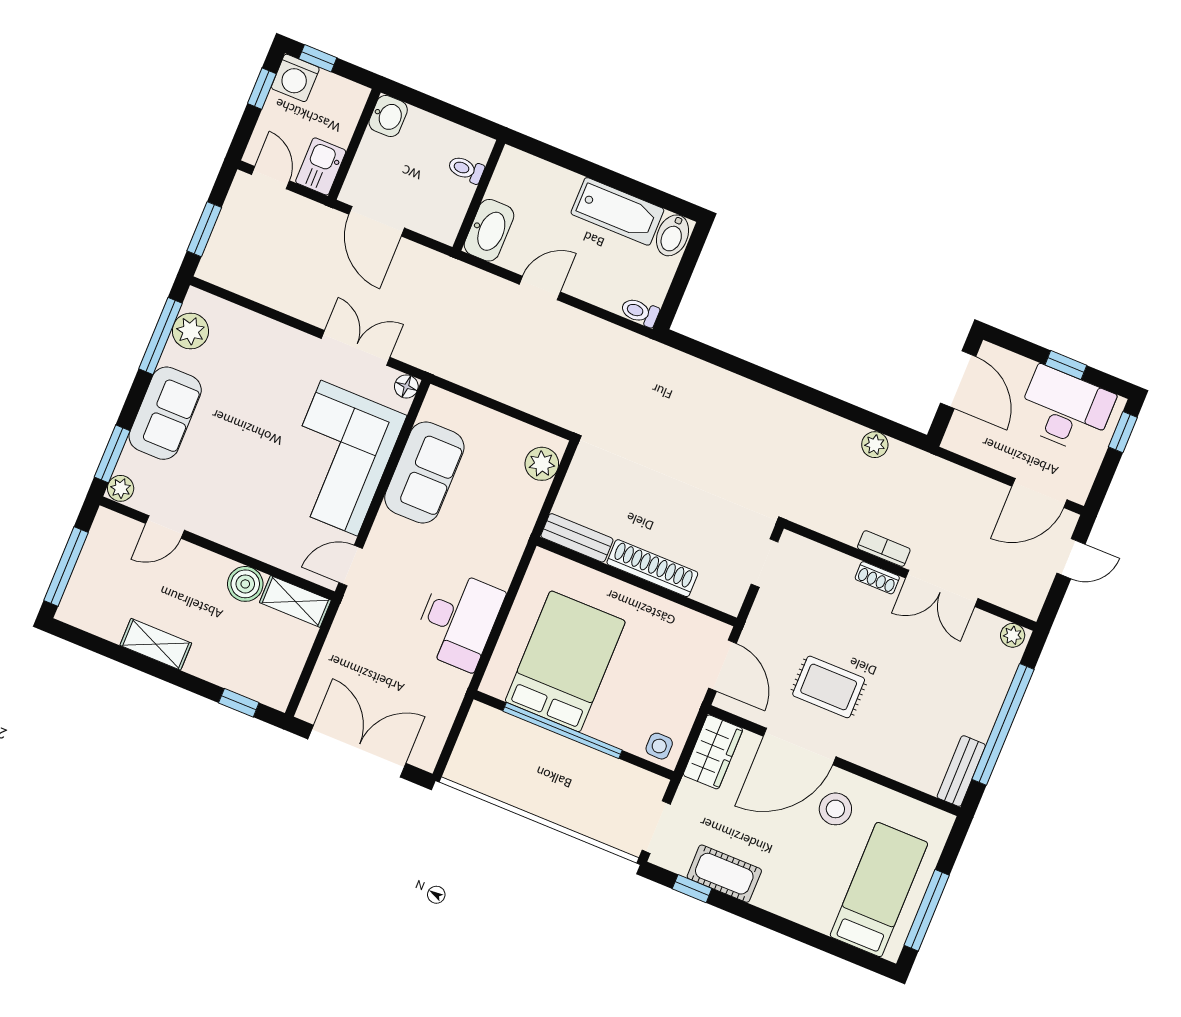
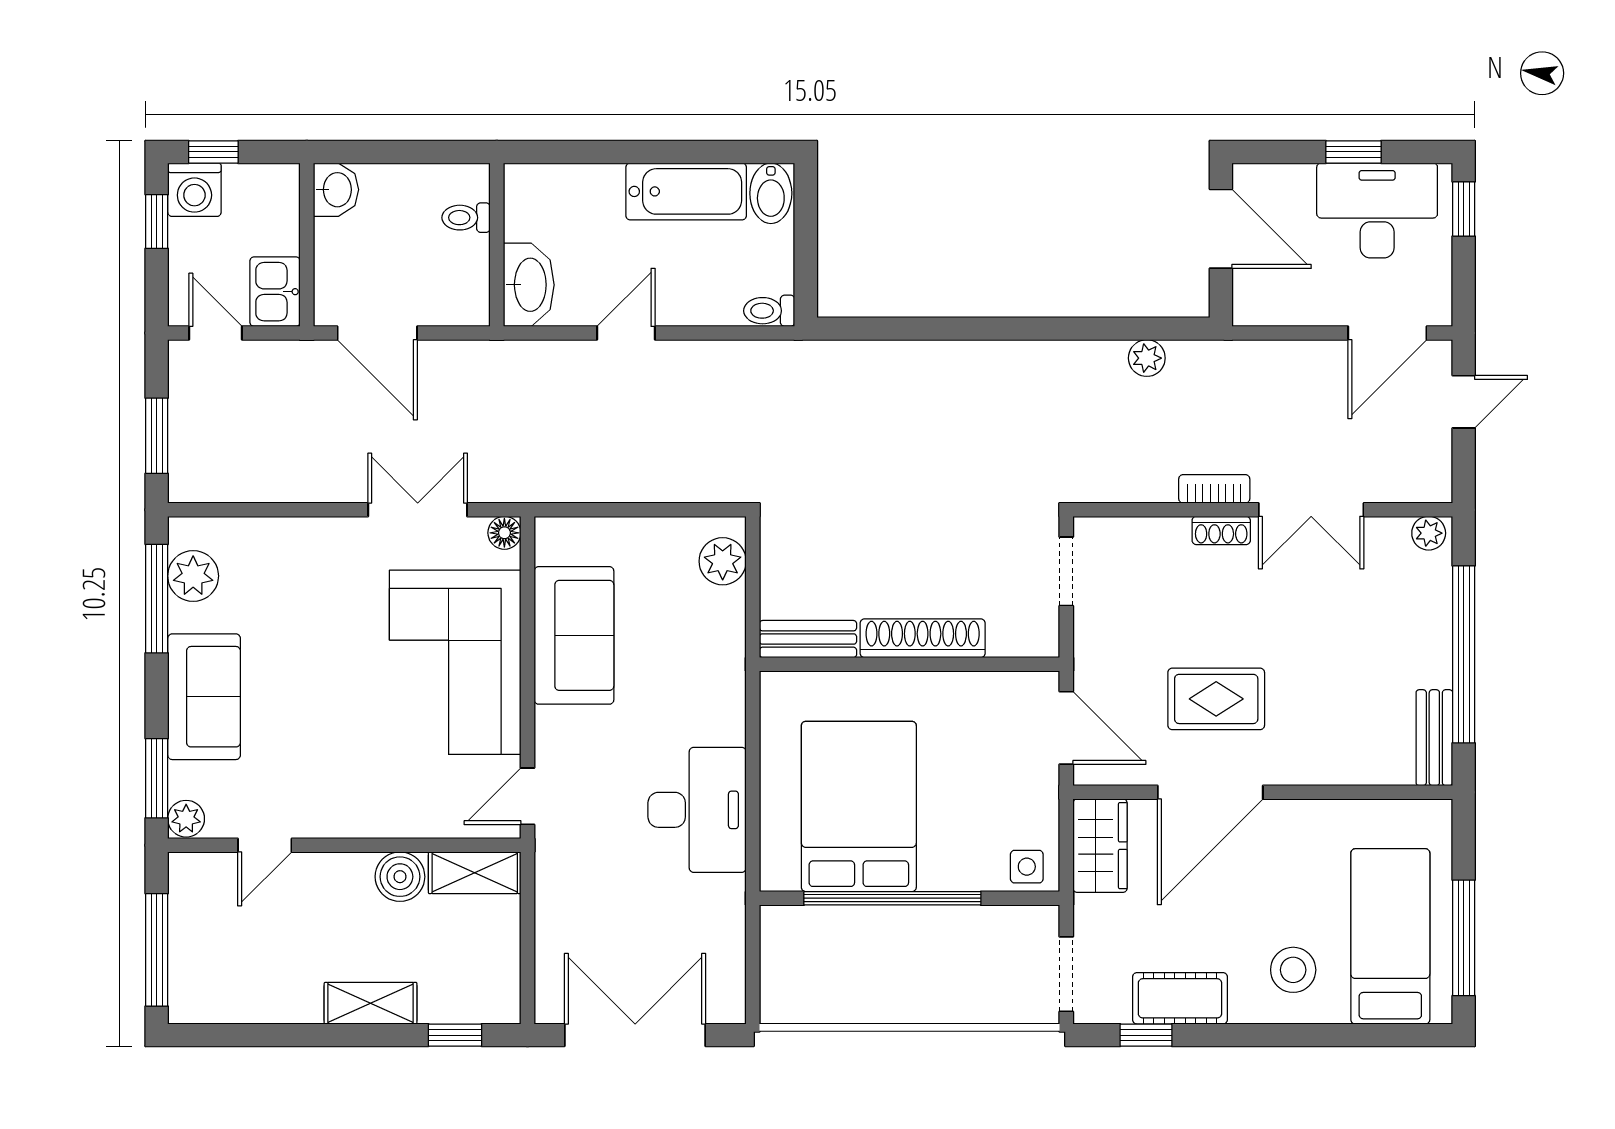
shelving: (156, 644) -> (371, 1003), moved
stool: (835, 809) -> (1293, 970), moved

